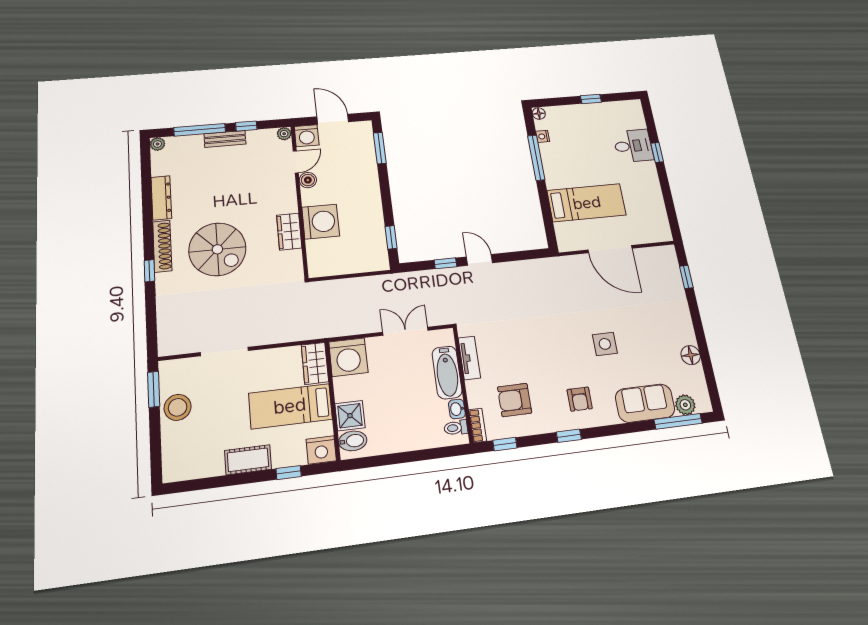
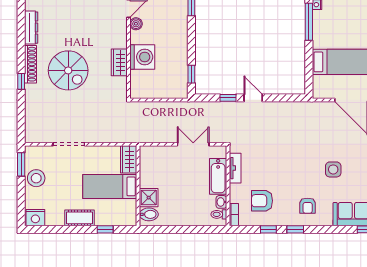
washing machine: (348, 357) -> (152, 158), removed
window: (505, 444) -> (268, 229), moved
nightstand: (321, 450) -> (35, 218), moved

